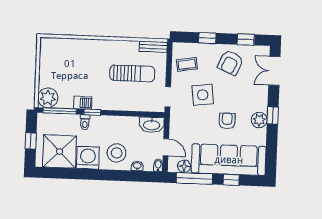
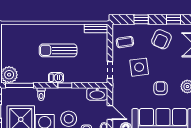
sun lounger: (132, 73) -> (58, 50), moved, turned 180
barbecue: (83, 103) -> (56, 78), moved
window: (92, 112) -> (65, 85), moved

